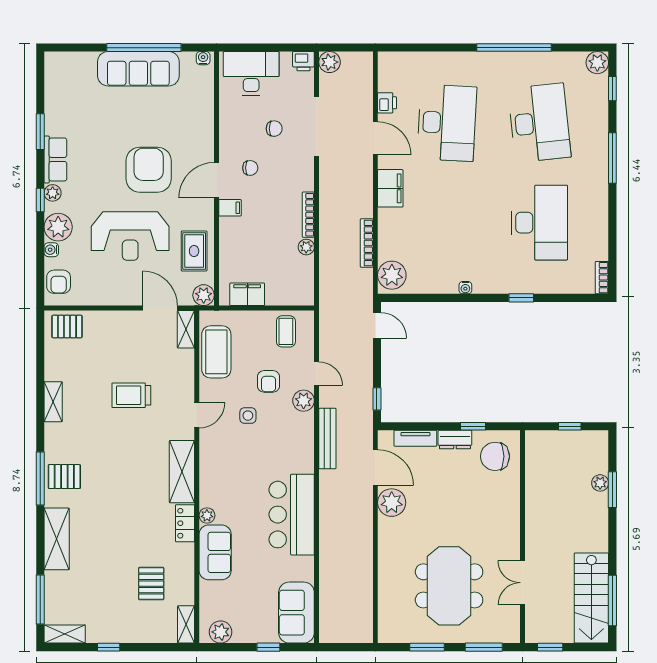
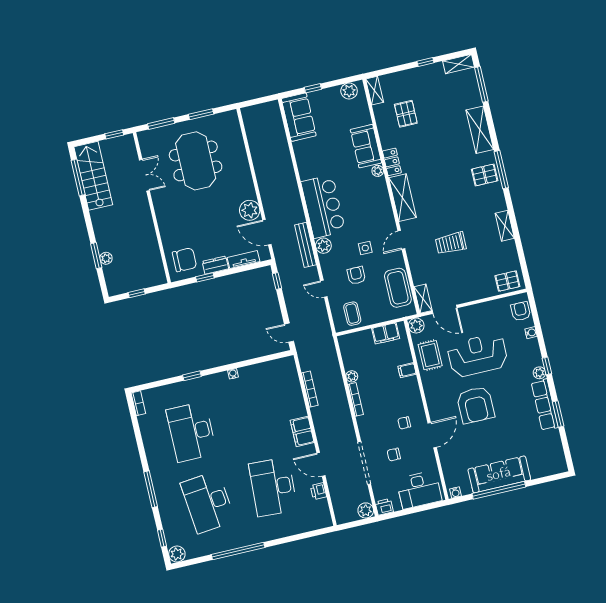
row of seats: (55, 159) -> (545, 405), width x1.48
door: (216, 180) -> (432, 435), moved
filing cabinet: (230, 208) -> (407, 370), moved
plant: (58, 227) -> (530, 350), removed
plant: (392, 275) -> (287, 371), removed
trolley: (131, 395) -> (451, 243), turned 180
plant: (304, 401) -> (323, 246), moved
bar counter: (292, 515) -> (323, 207), moved

